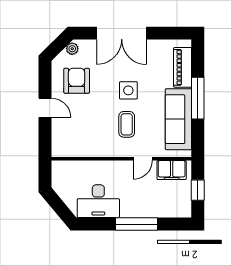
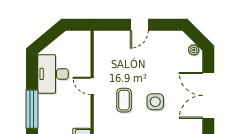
armchair: (77, 81) -> (164, 54), removed
coffee table: (127, 124) -> (124, 100), turned 90
door: (143, 159) -> (92, 86), moved

